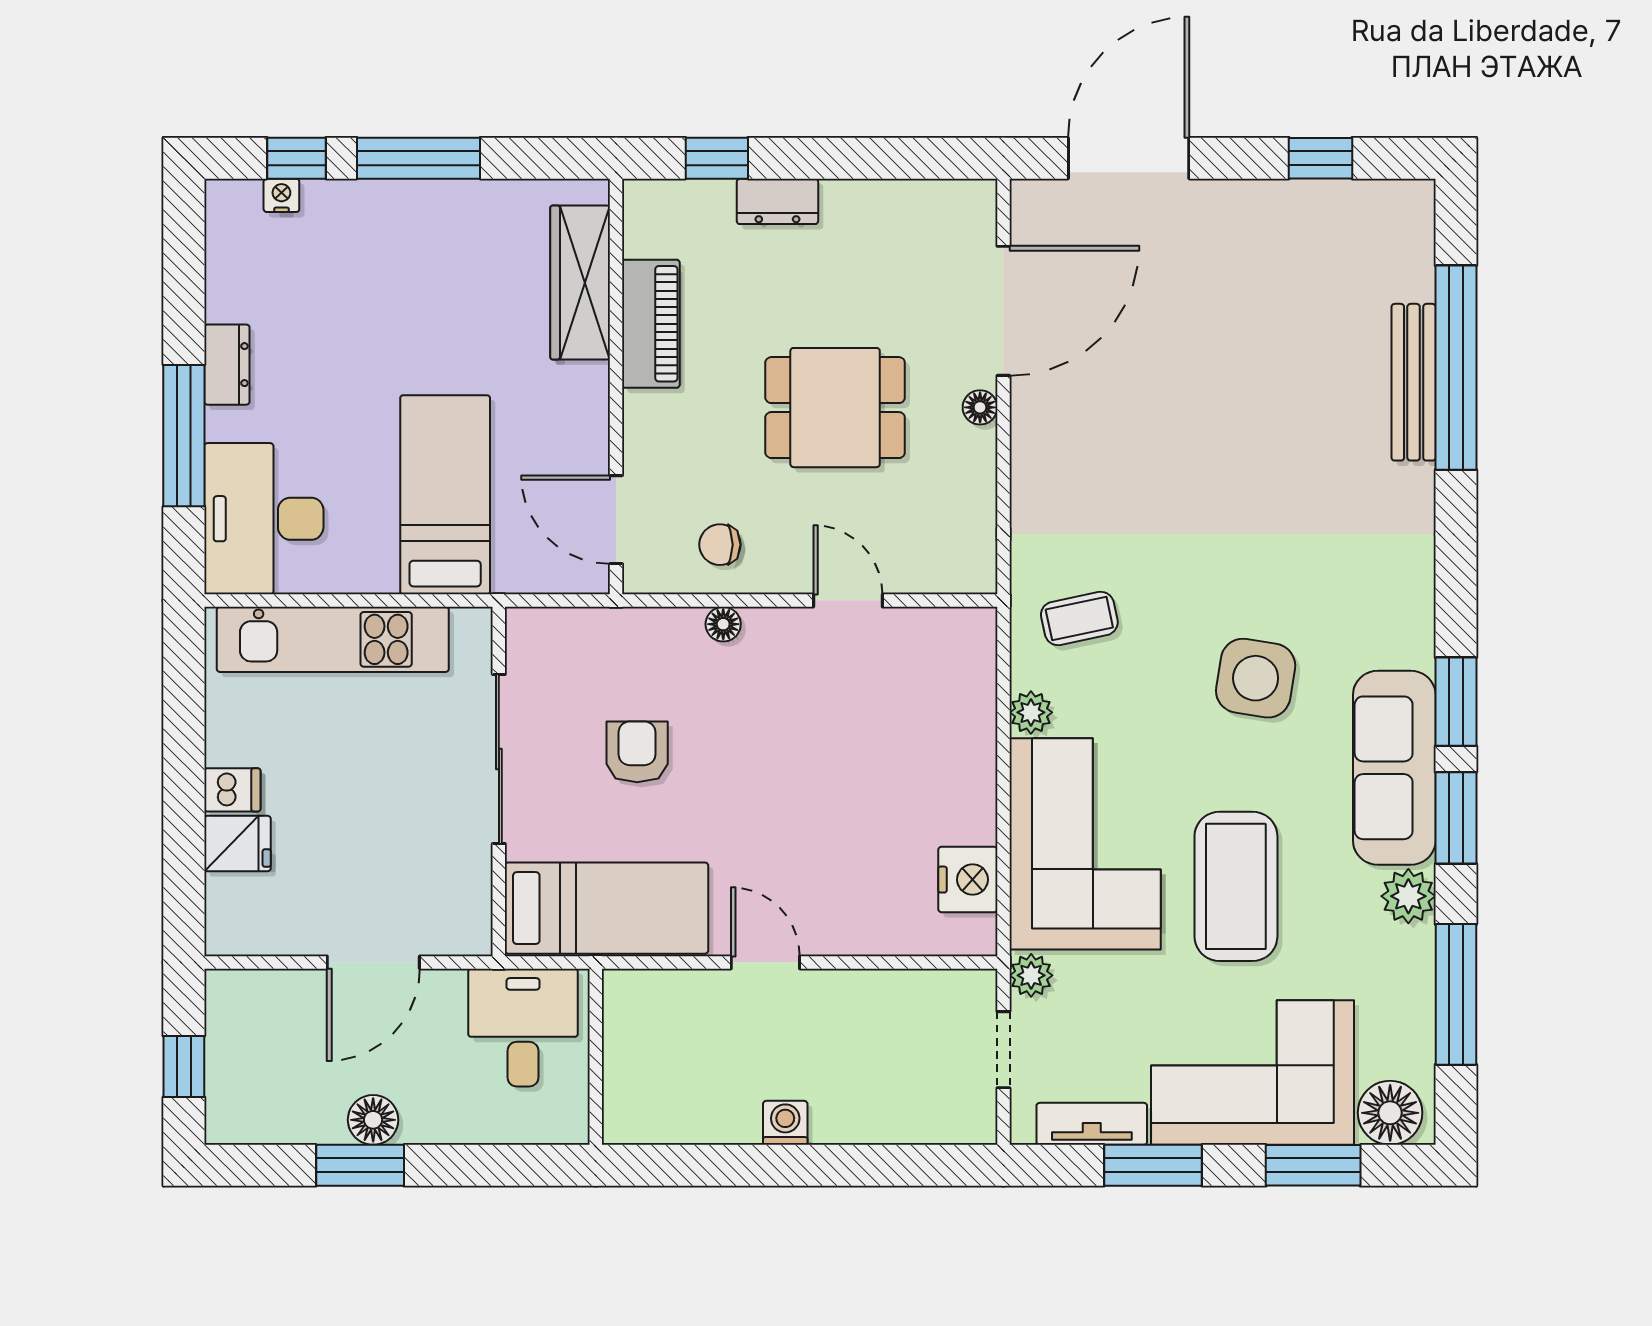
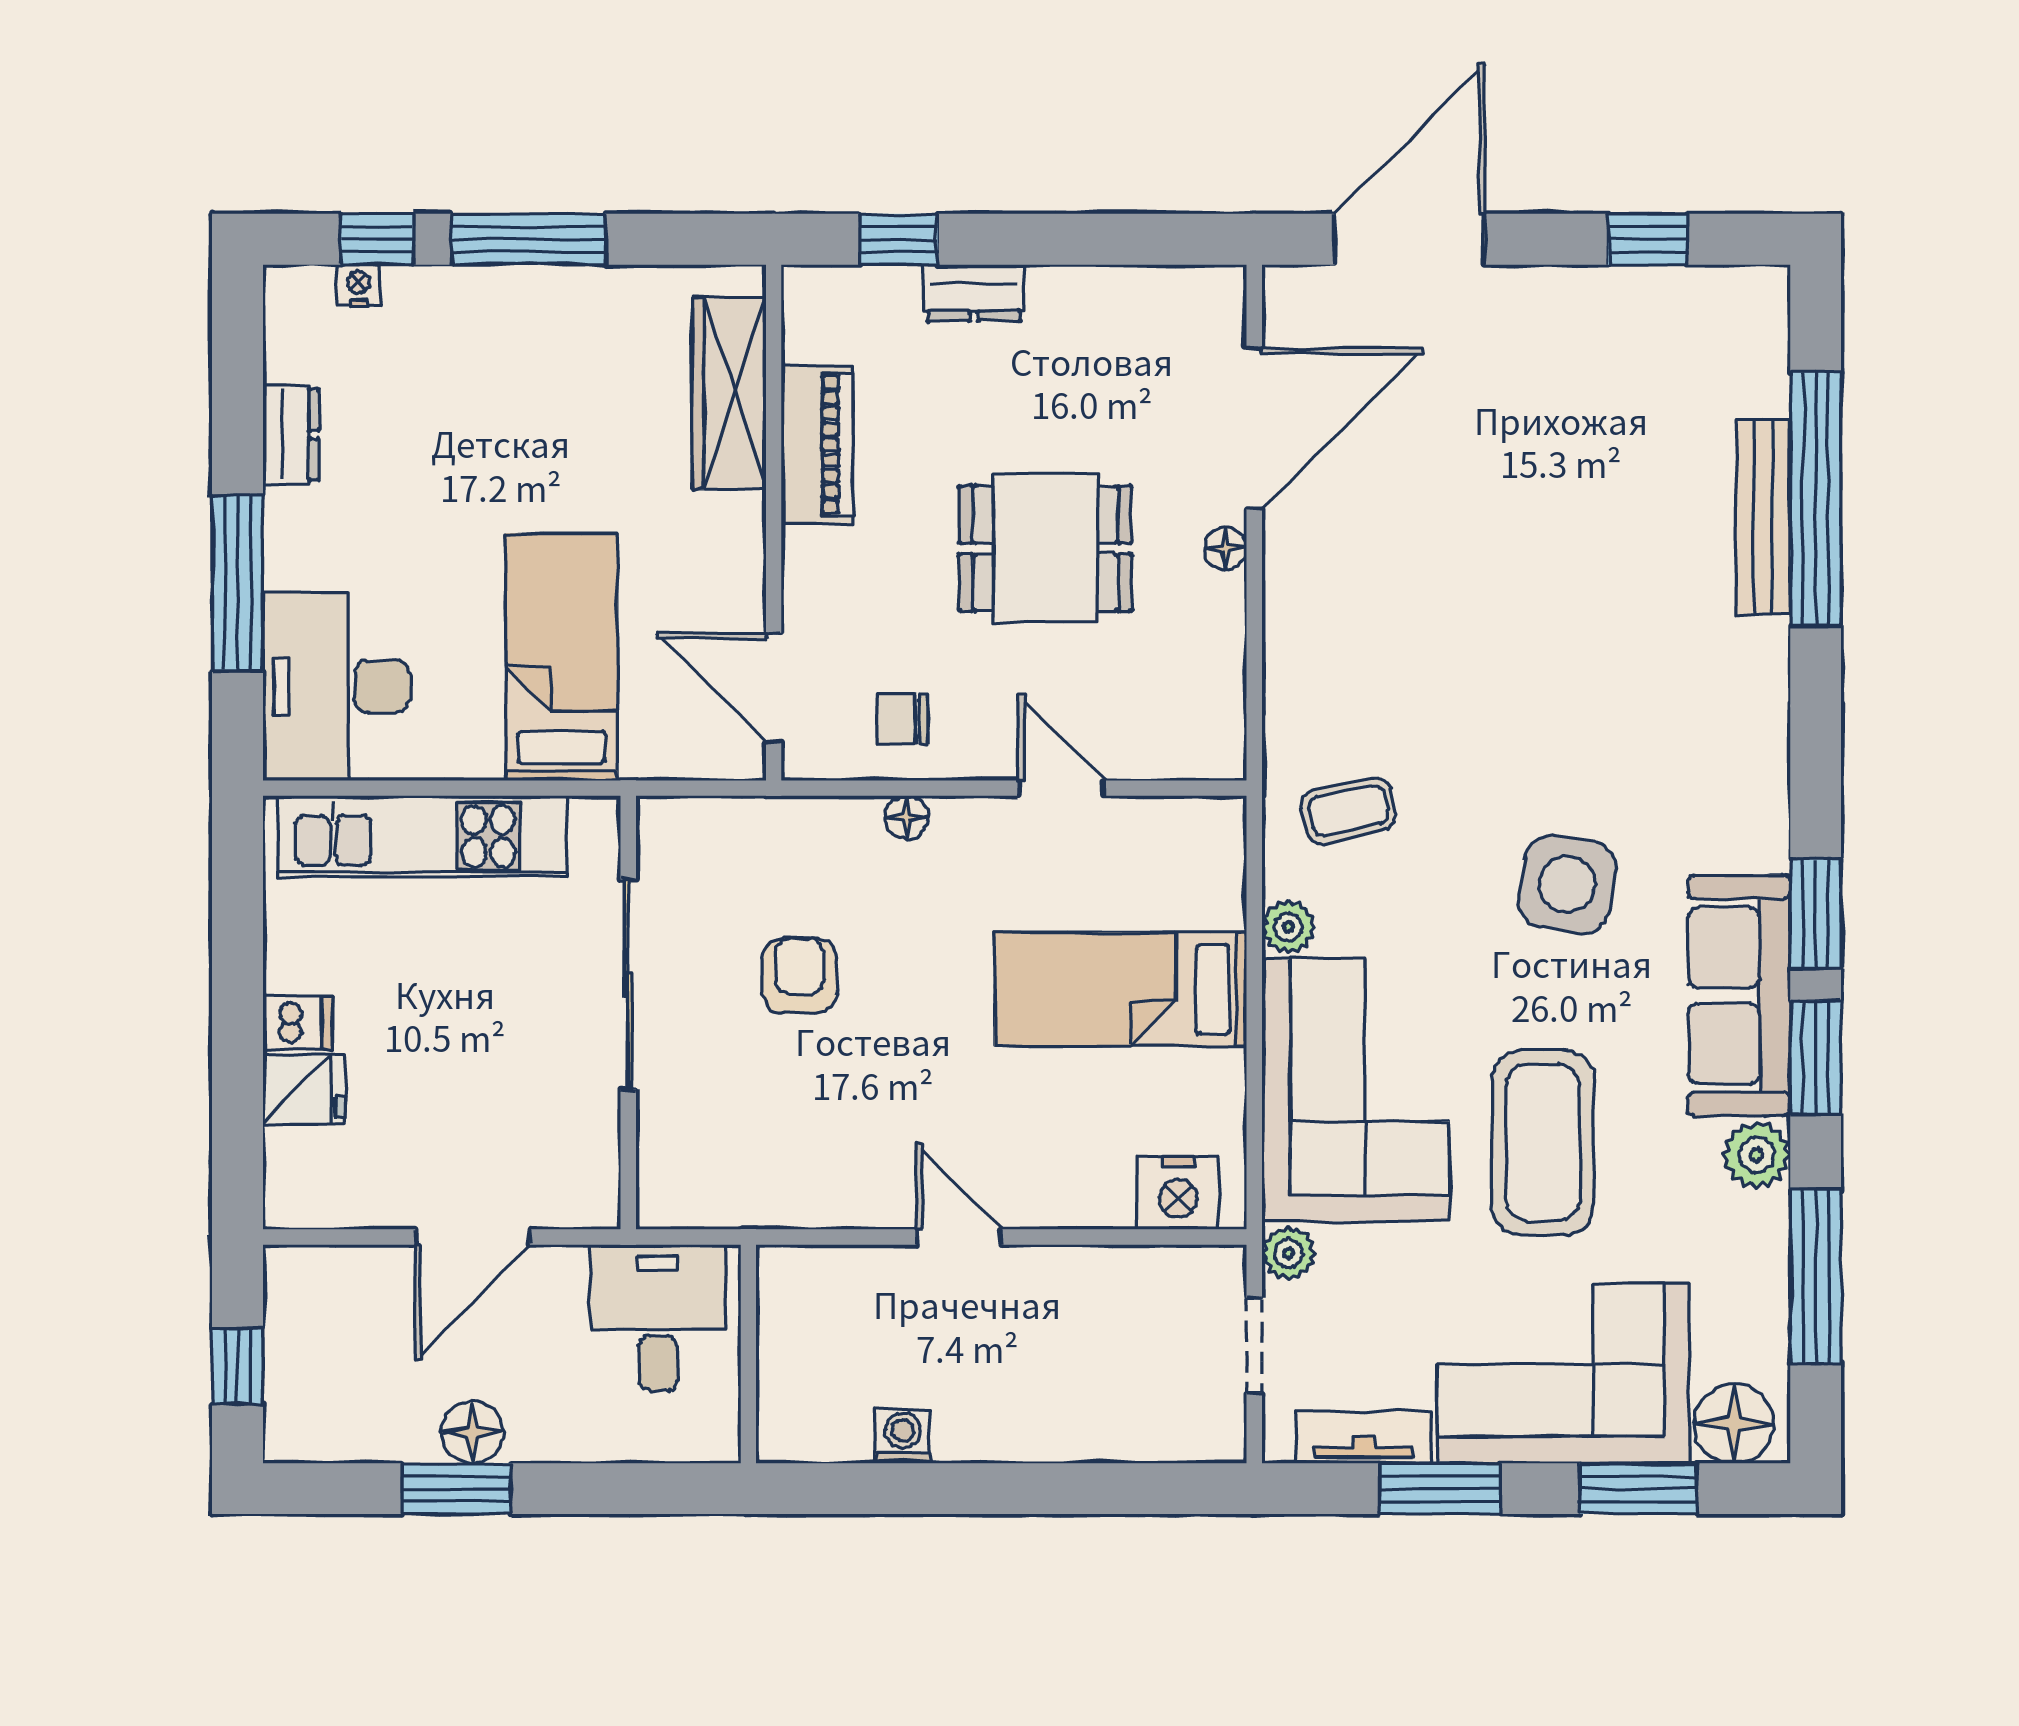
dresser: (227, 365) -> (291, 434), moved
nightstand: (968, 880) -> (1178, 1193), moved, turned 90
bed: (607, 908) -> (1121, 989), moved, turned 180
washing machine: (785, 1123) -> (903, 1436), moved

